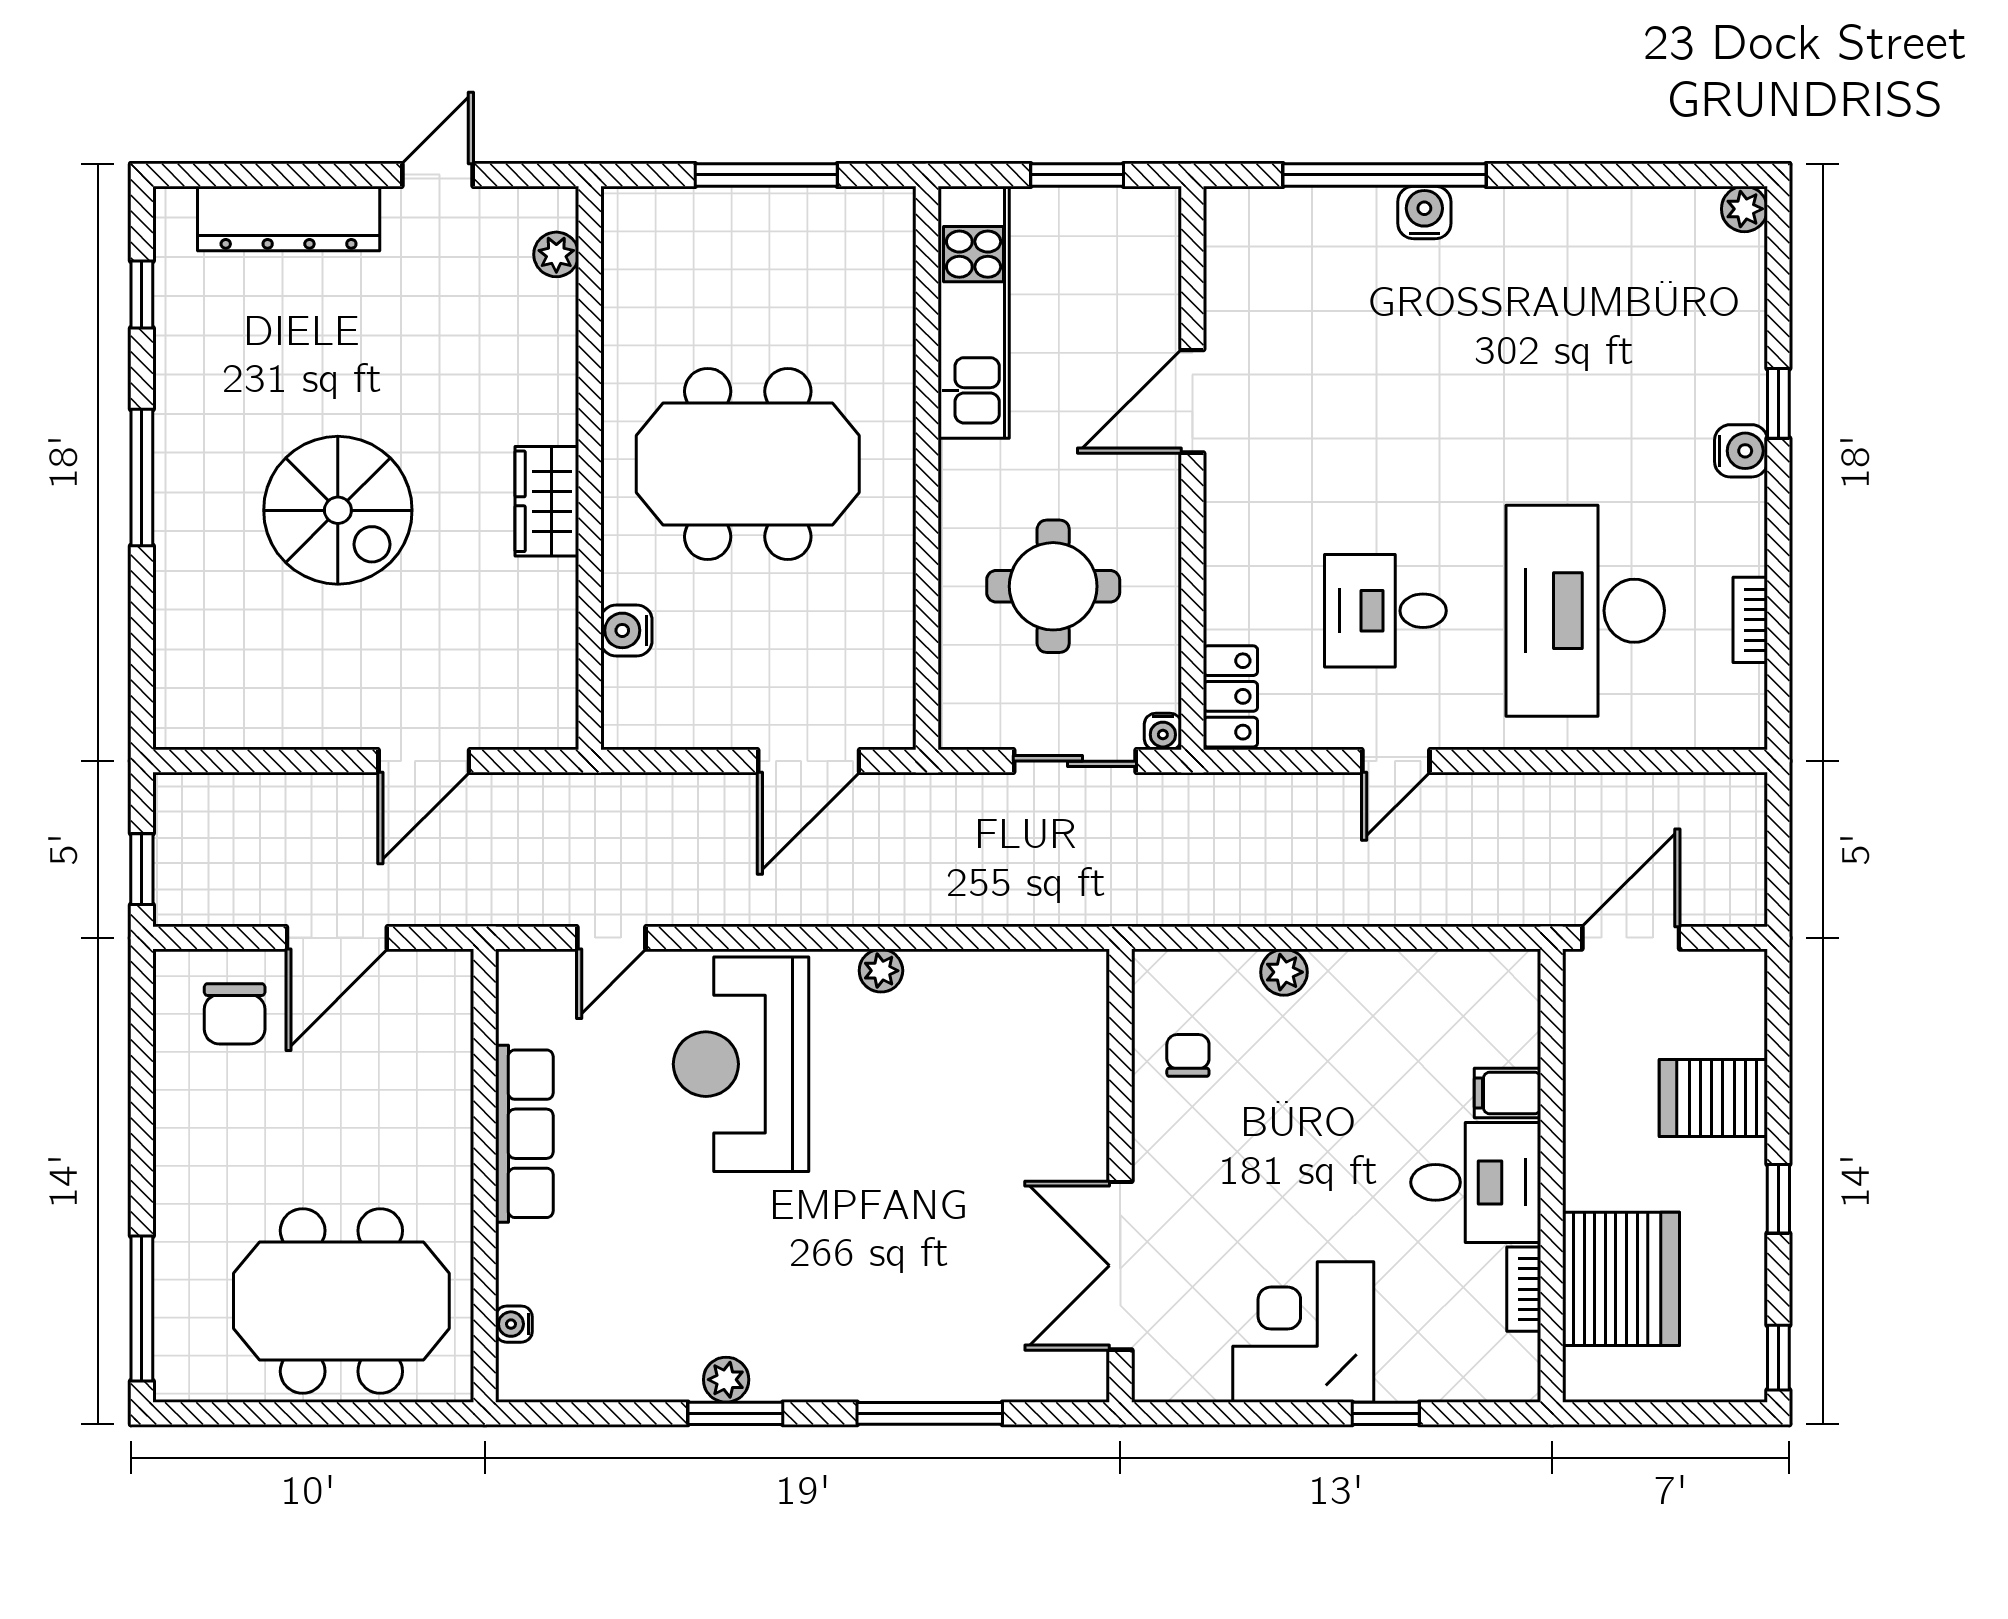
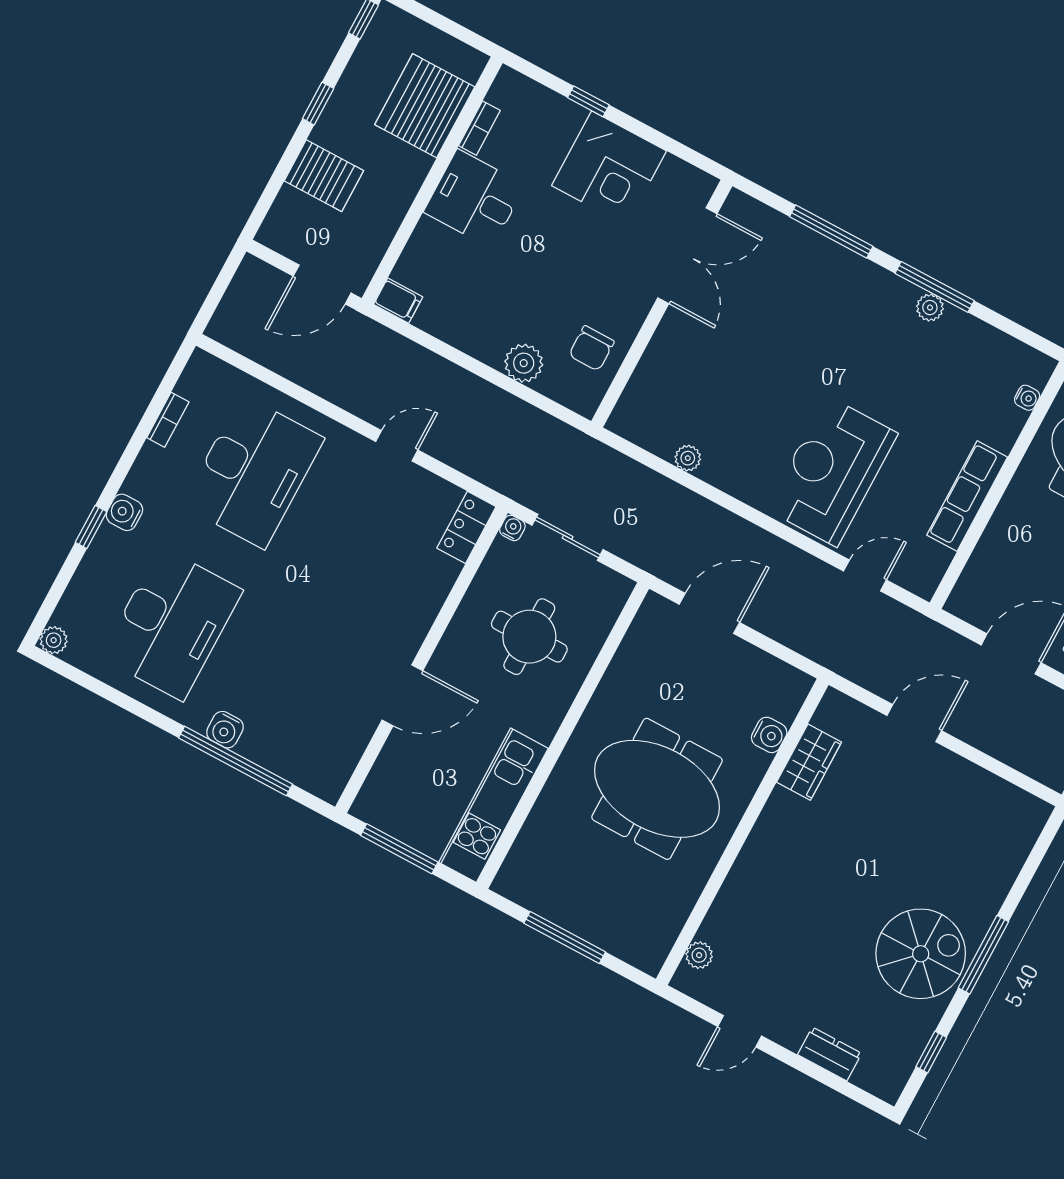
window: (1077, 175) -> (399, 849), width x1.44
dresser: (289, 219) -> (830, 1054), width x0.51, depth x0.80
wardrobe: (547, 501) -> (809, 762), moved
spiral stairs: (338, 510) -> (921, 954), moved, turned 90
desk: (1385, 611) -> (172, 624), moved, width x1.87, depth x1.30
plant: (881, 971) -> (688, 458), moved
plant: (1284, 972) -> (524, 363), width x1.38, depth x1.38
chair: (1188, 1055) -> (592, 348), width x1.37, depth x1.37
reception desk: (741, 1064) -> (832, 471), turned 180
filing cabinet: (1507, 1093) -> (398, 301), moved
window: (735, 1413) -> (935, 287), width x1.44

